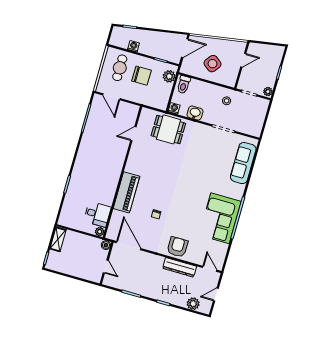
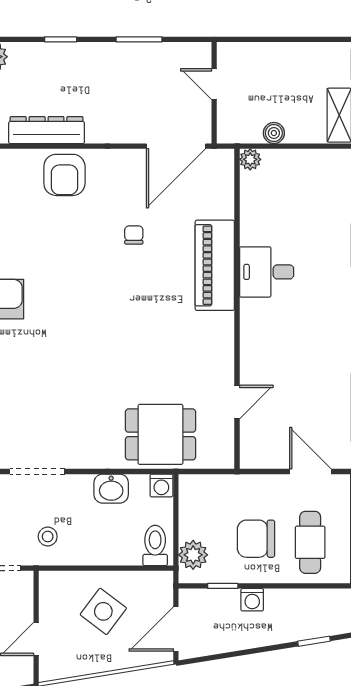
washing machine: (133, 46) -> (252, 600), moved
desk: (97, 214) -> (267, 272), moved
boiler: (106, 245) -> (274, 133), moved
door: (128, 246) -> (176, 146), hinge flipped

